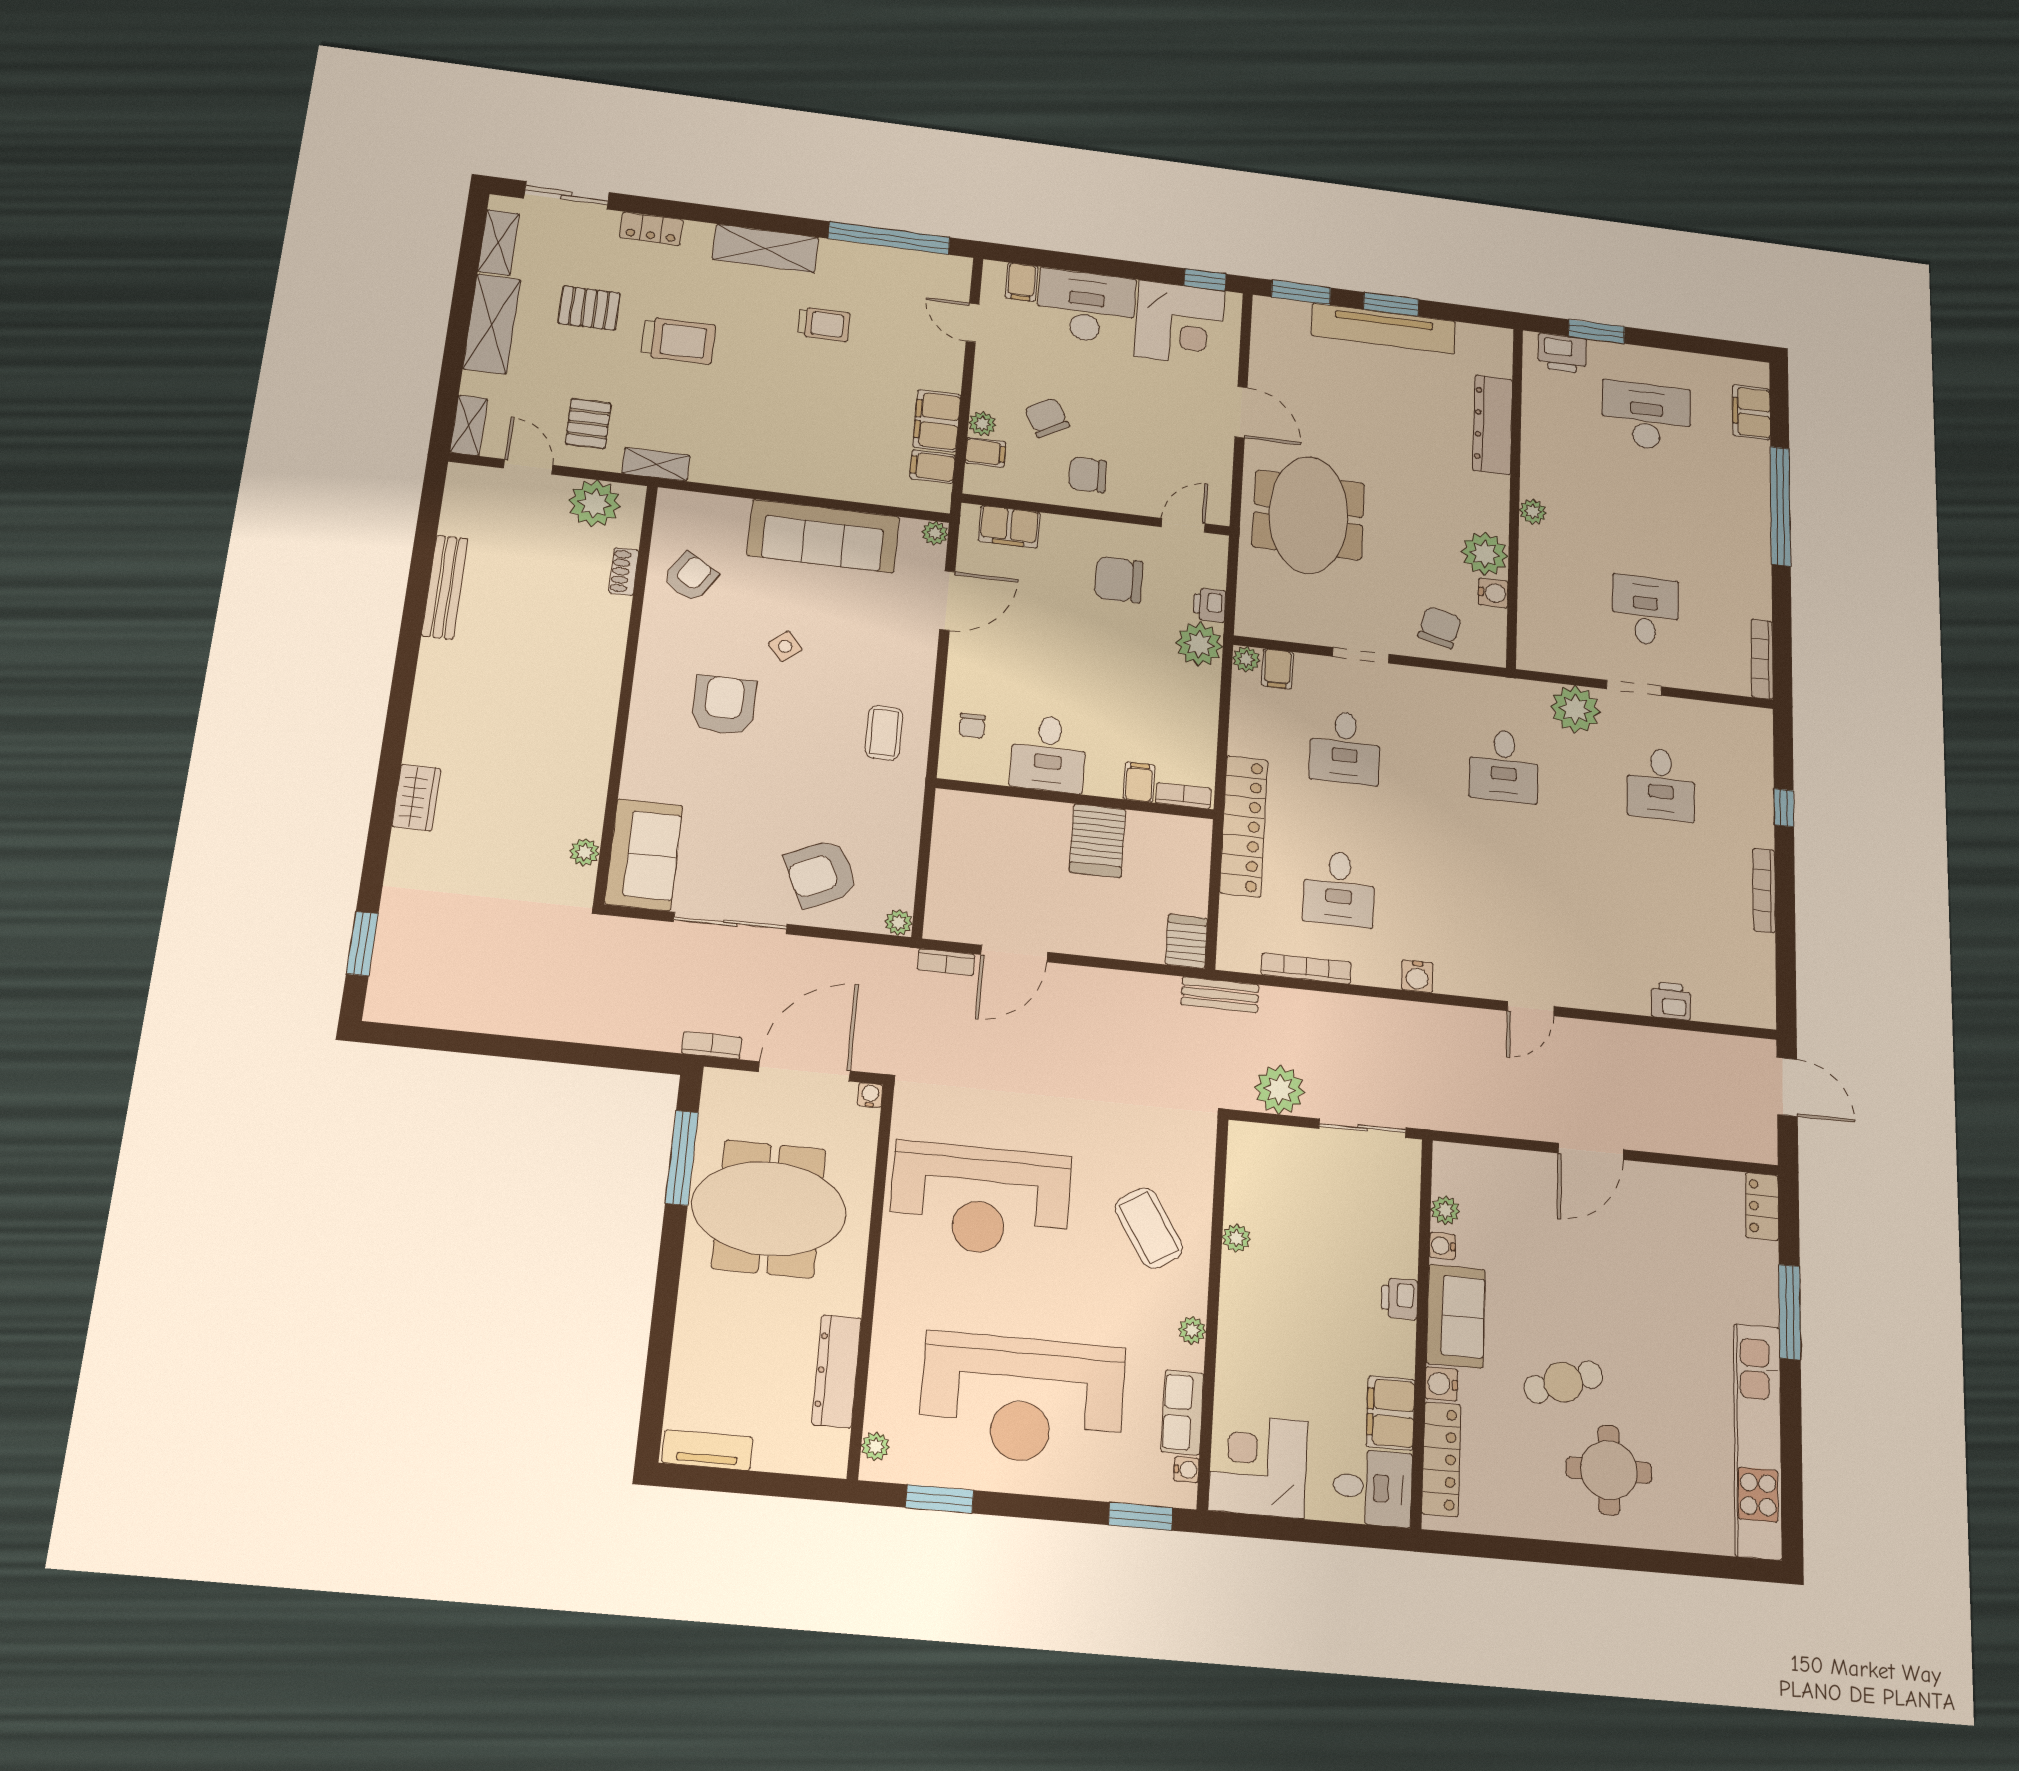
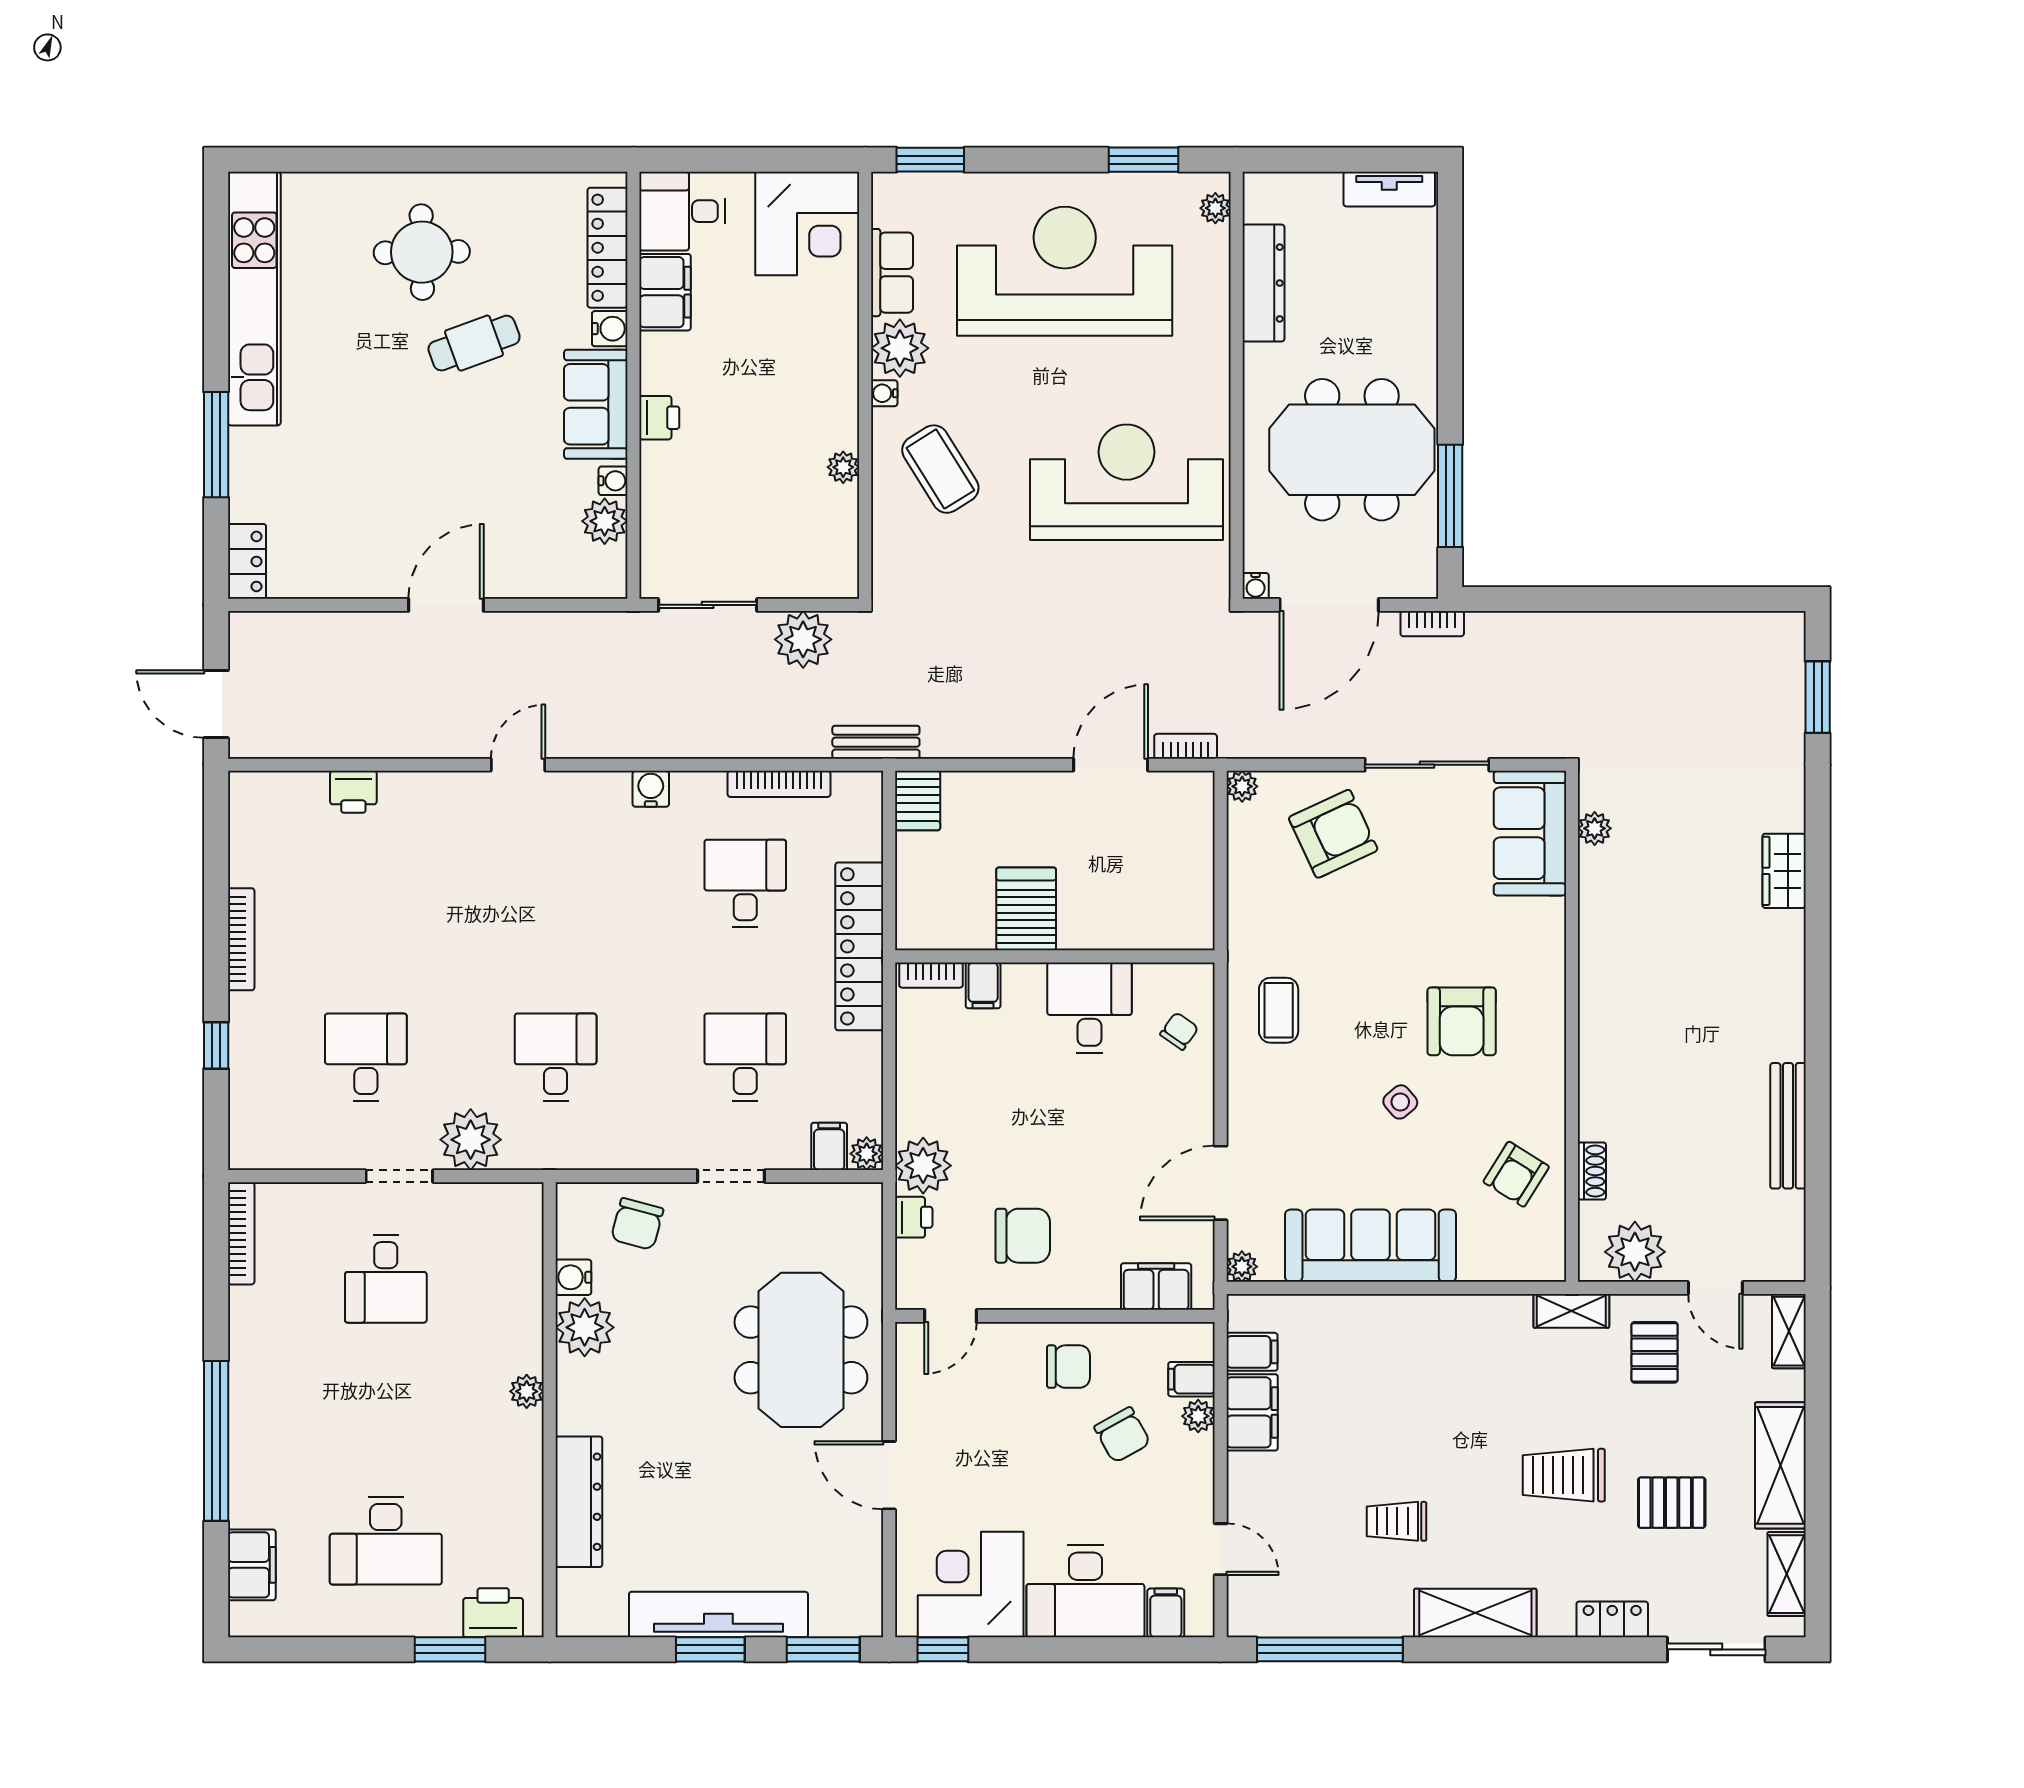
chair: (972, 726) -> (1179, 1031), turned 35
plant: (1445, 1210) -> (605, 521), width x1.38, depth x1.38
plant: (1192, 1330) -> (900, 348), width x1.88, depth x1.88
water cooler: (1186, 1470) -> (884, 393), moved

